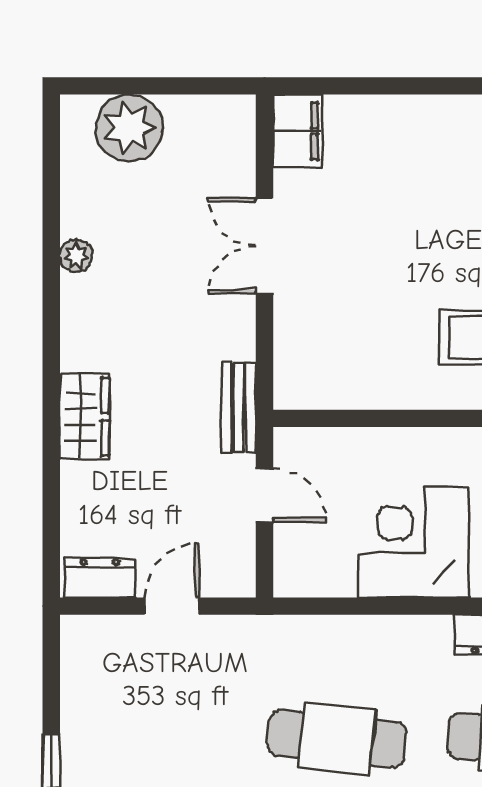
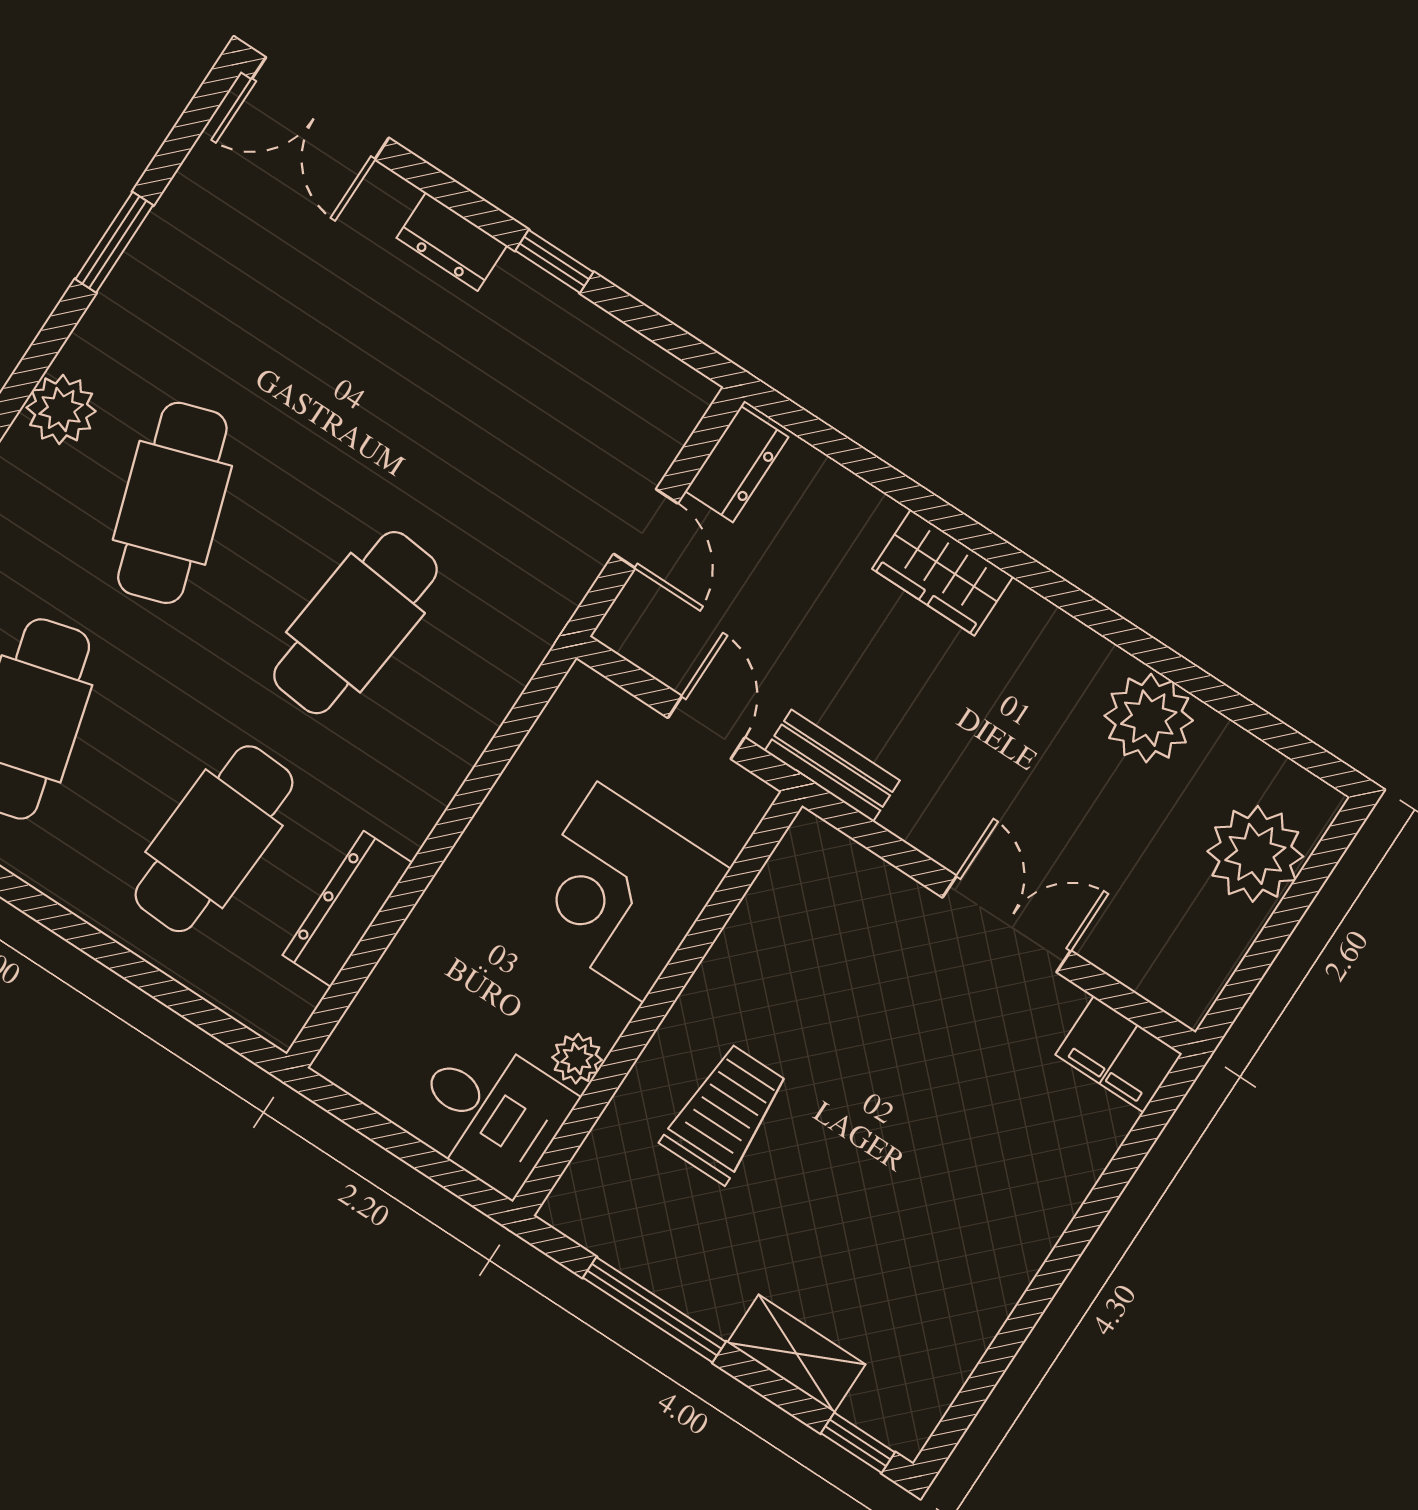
plant: (76, 256) -> (1149, 718), width x1.88, depth x1.88
door: (264, 495) -> (706, 728), swing flipped
corner desk: (414, 542) -> (620, 892), moved, turned 180

